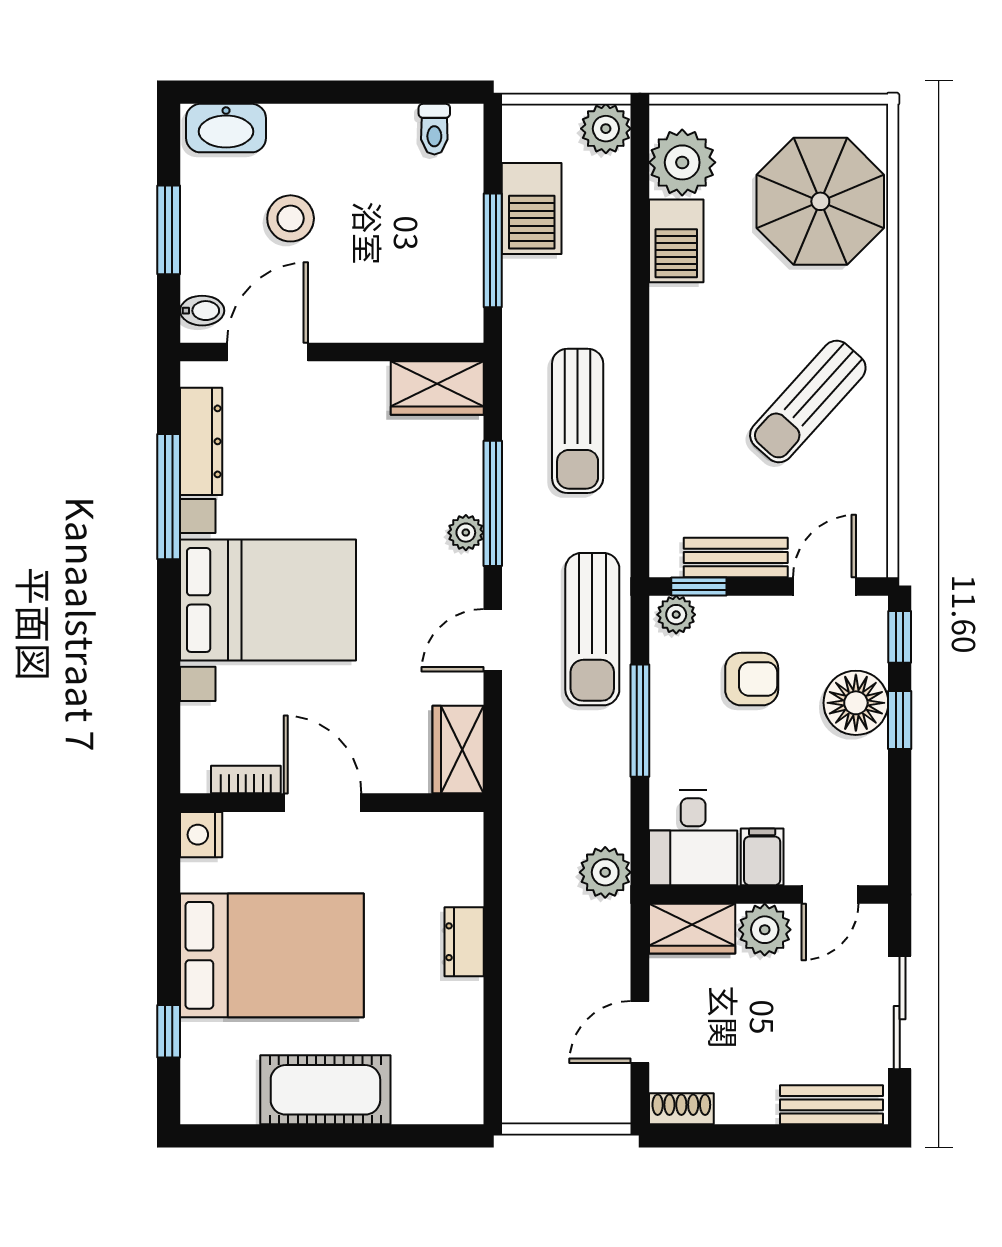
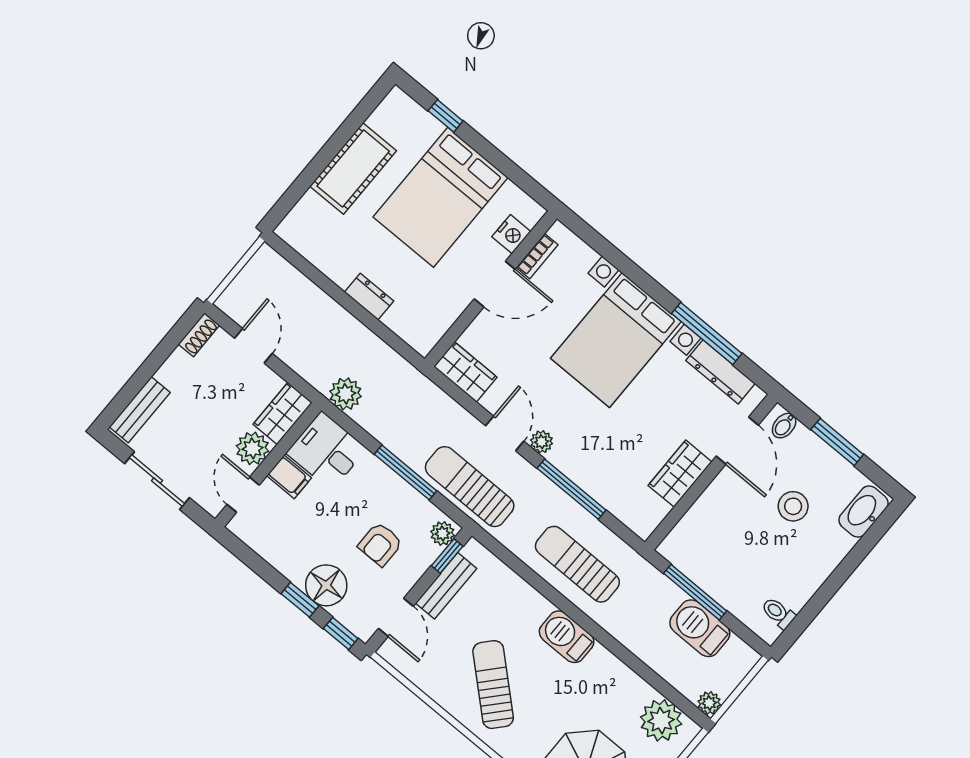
plant: (606, 129) -> (709, 703), width x0.73, depth x0.73
barbecue: (676, 241) -> (567, 637), moved
wardrobe: (437, 388) -> (680, 474), moved
plant: (466, 533) -> (542, 442), moved
nightstand: (201, 835) -> (511, 234), moved, turned 90

